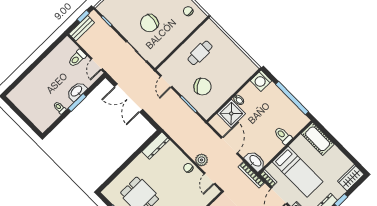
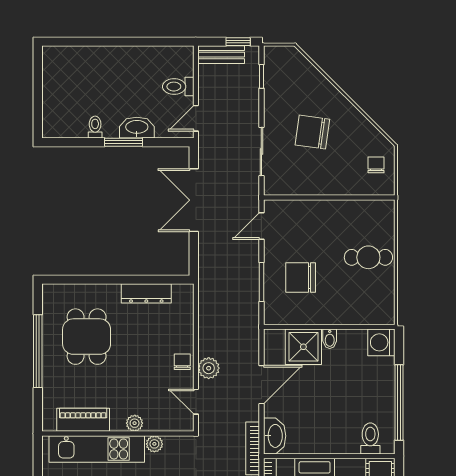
cafe table: (200, 53) -> (368, 257), moved
chair: (203, 87) -> (301, 277), turned 124
toilet: (283, 136) -> (370, 438), moved
dresser: (156, 146) -> (146, 293), moved
door: (210, 179) -> (196, 402), hinge flipped

